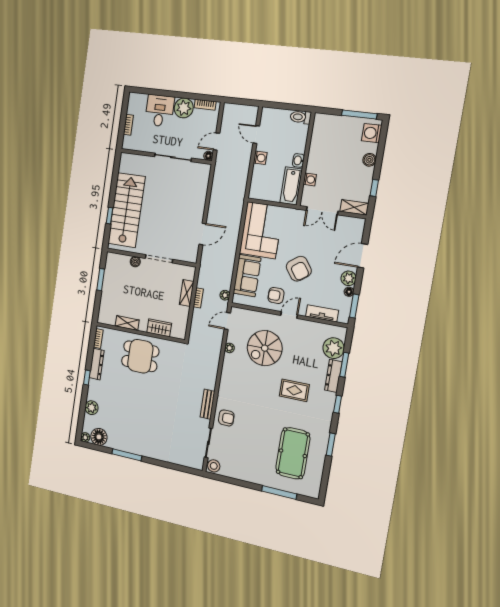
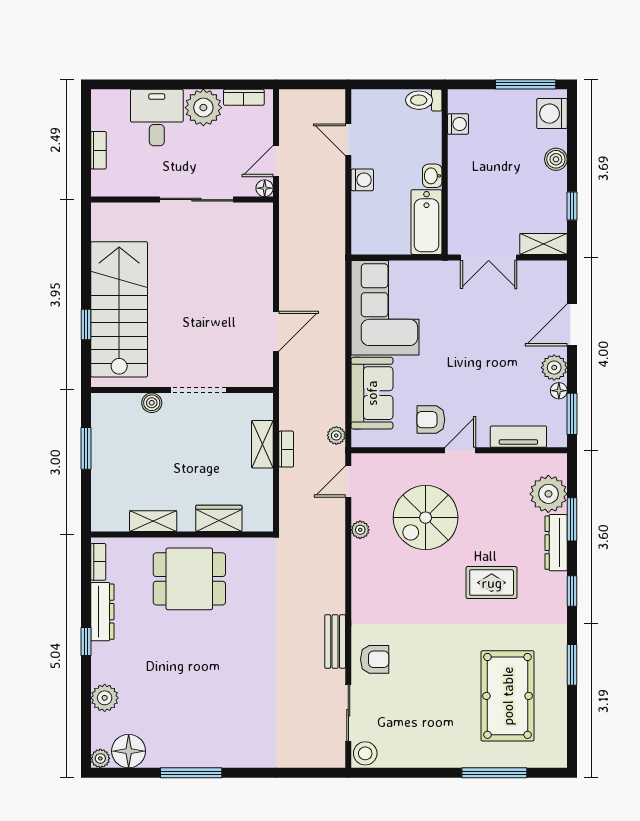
washing machine: (310, 179) -> (458, 124), moved
armchair: (299, 269) -> (464, 365), removed

